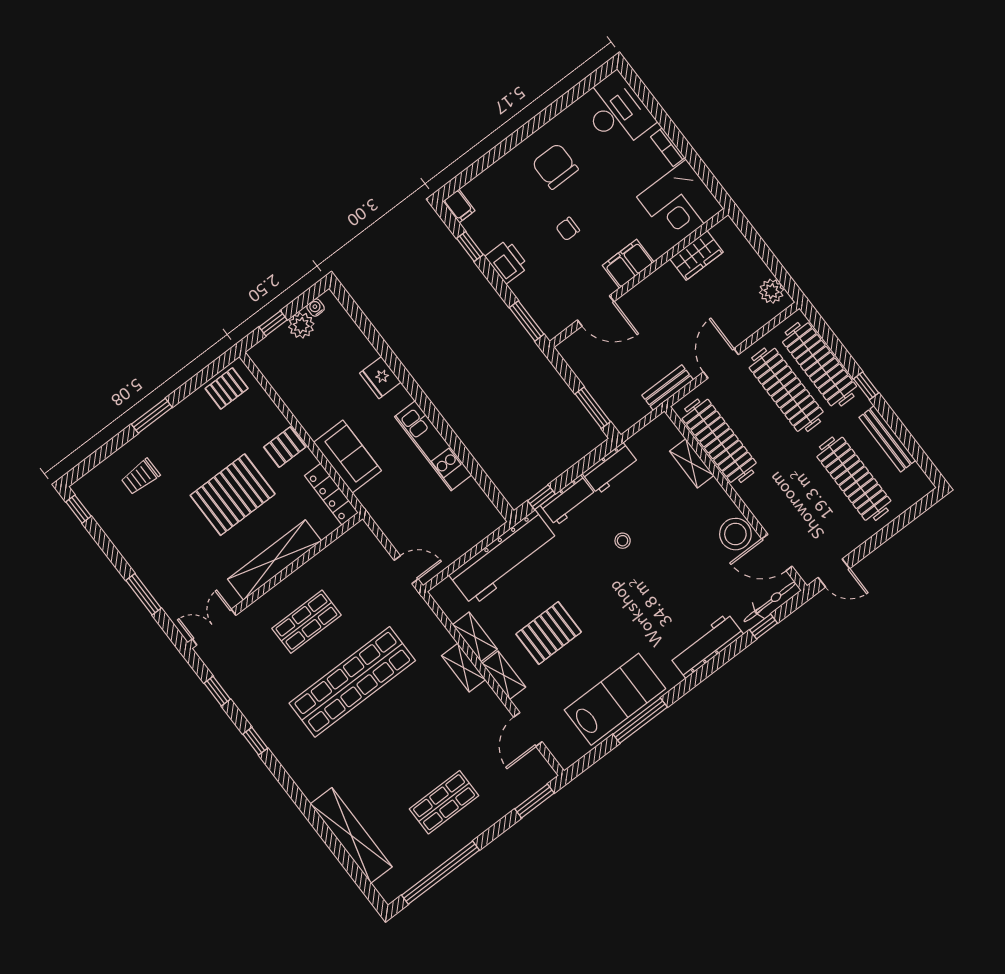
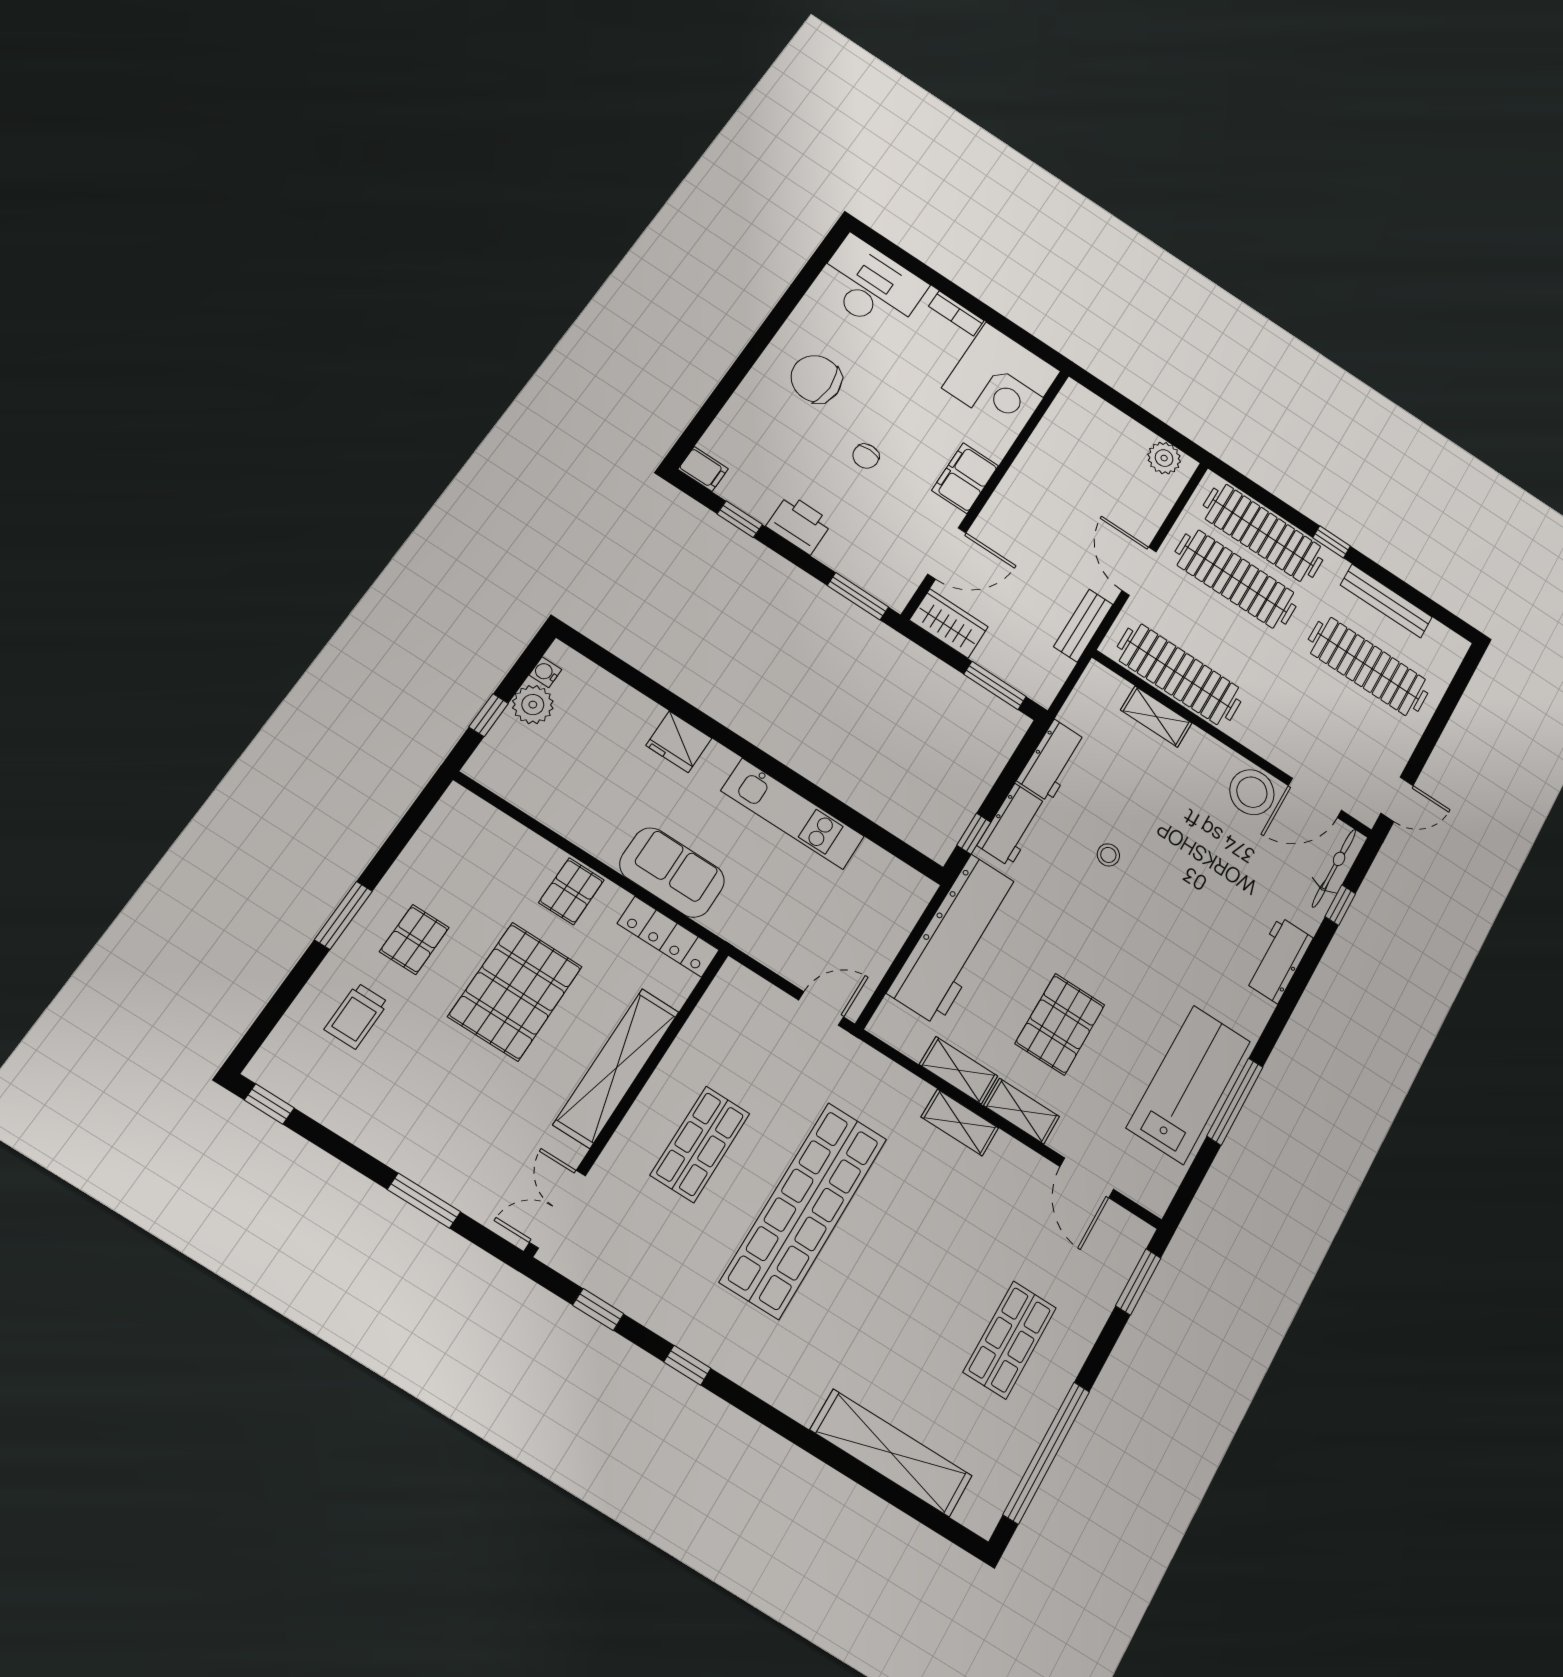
wardrobe: (696, 255) -> (949, 623), moved, turned -90
pallet: (227, 388) -> (414, 940), moved
workbench: (707, 646) -> (1279, 960), width x0.73

